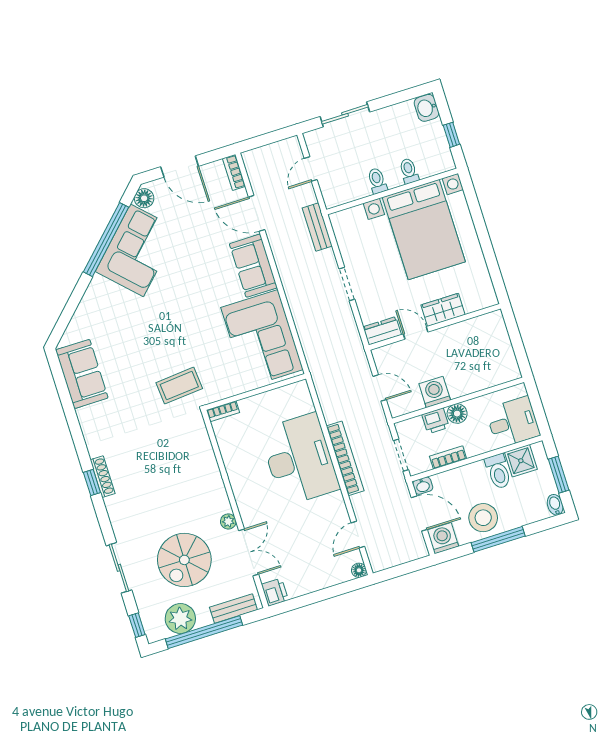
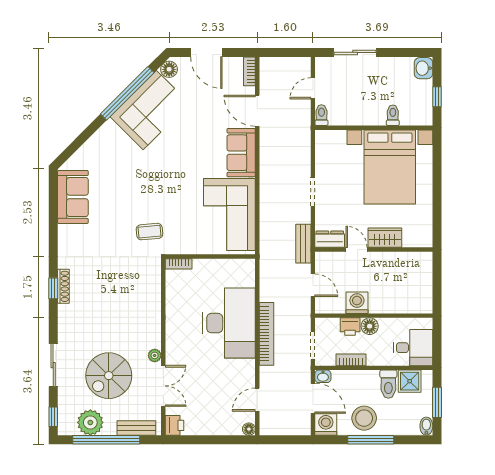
toilet: (377, 181) -> (321, 115), moved
bench: (317, 227) -> (303, 244), moved
coffee table: (179, 386) -> (149, 232), width x0.73, depth x0.77

